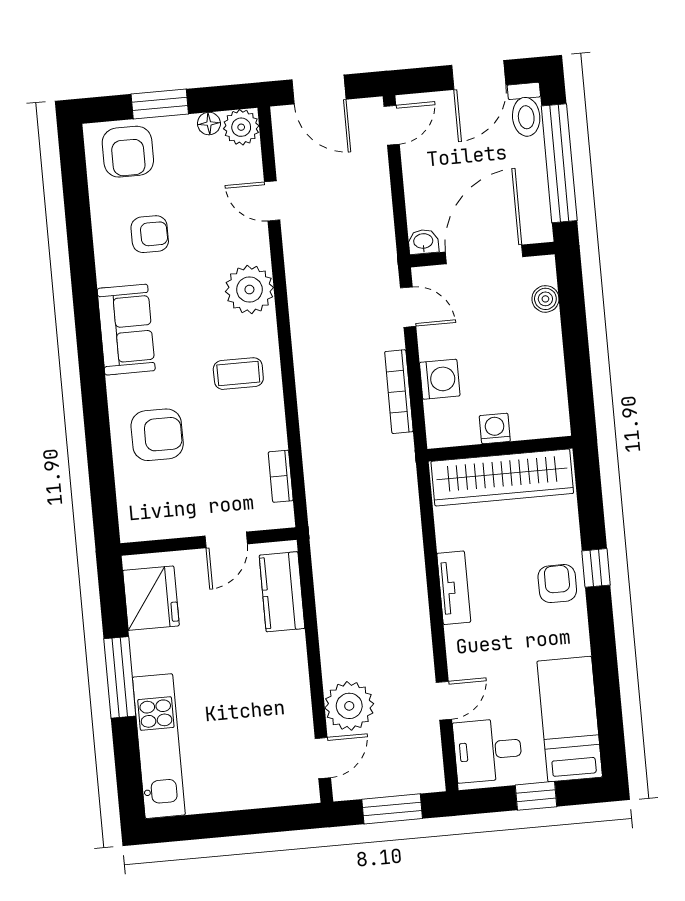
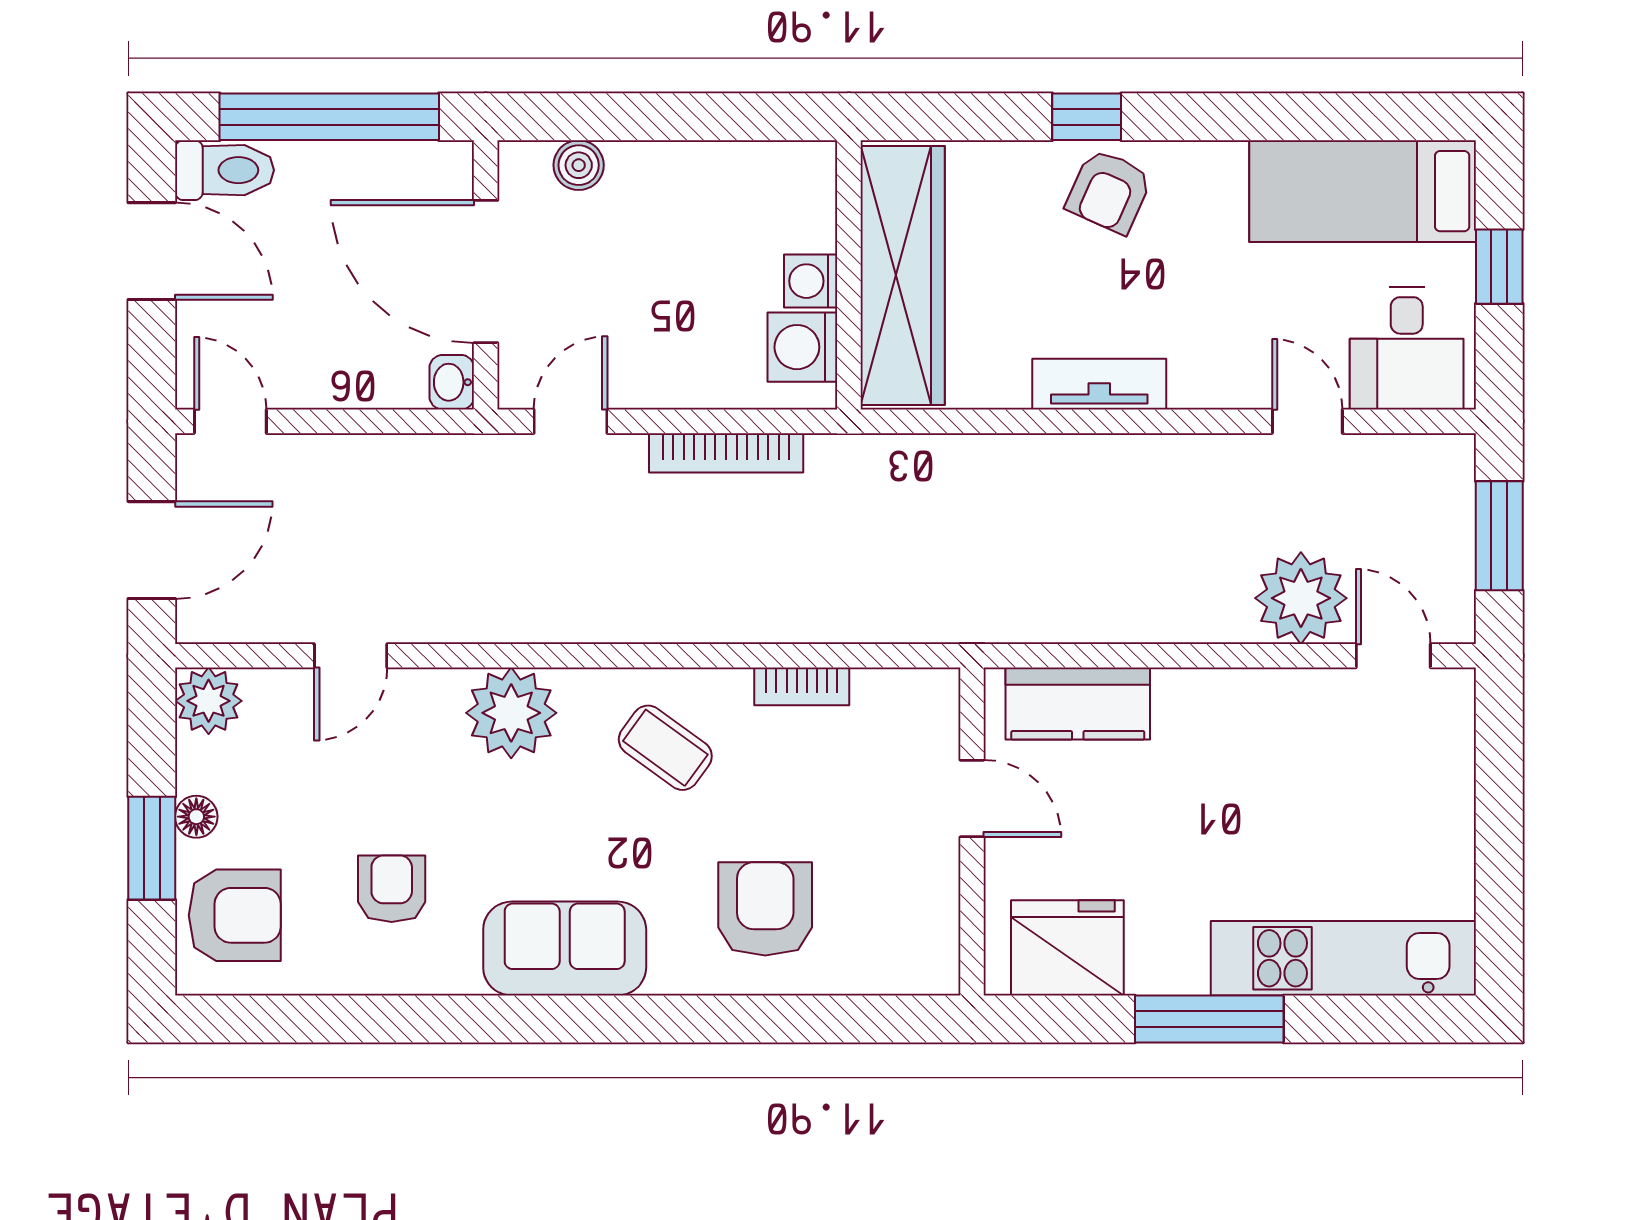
floor lamp: (209, 124) -> (196, 817), moved
coffee table: (238, 374) -> (665, 748), turned -54
washing machine: (440, 379) -> (802, 347), moved, turned -90
bookcase: (281, 476) -> (802, 686), moved
armchair: (557, 584) -> (1109, 191), turned -66

